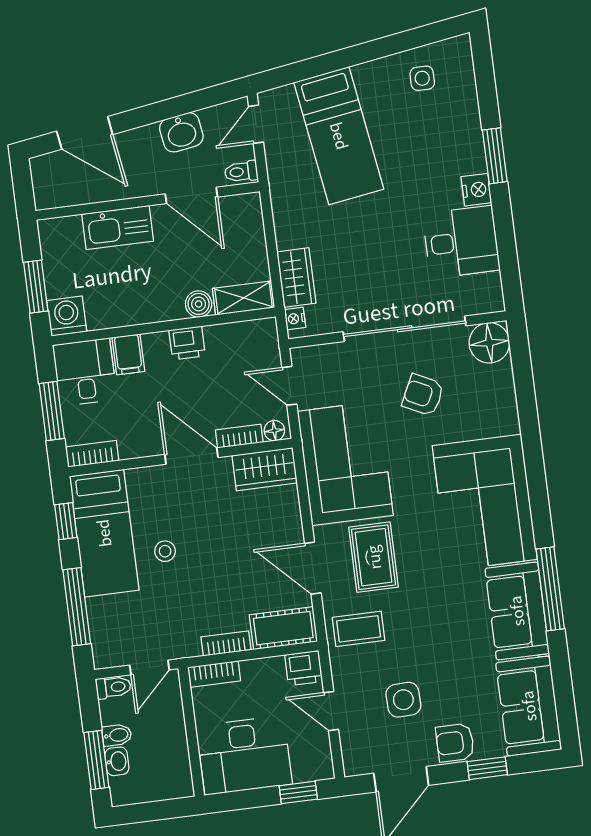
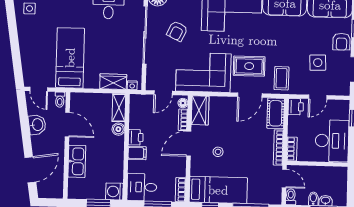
bed: (339, 136) -> (70, 58), moved, turned -81
door: (191, 195) -> (67, 125), hinge flipped
filing cabinet: (128, 354) -> (137, 153), moved
stool: (165, 551) -> (218, 152), moved
bookcase: (226, 643) -> (278, 148), width x1.56

